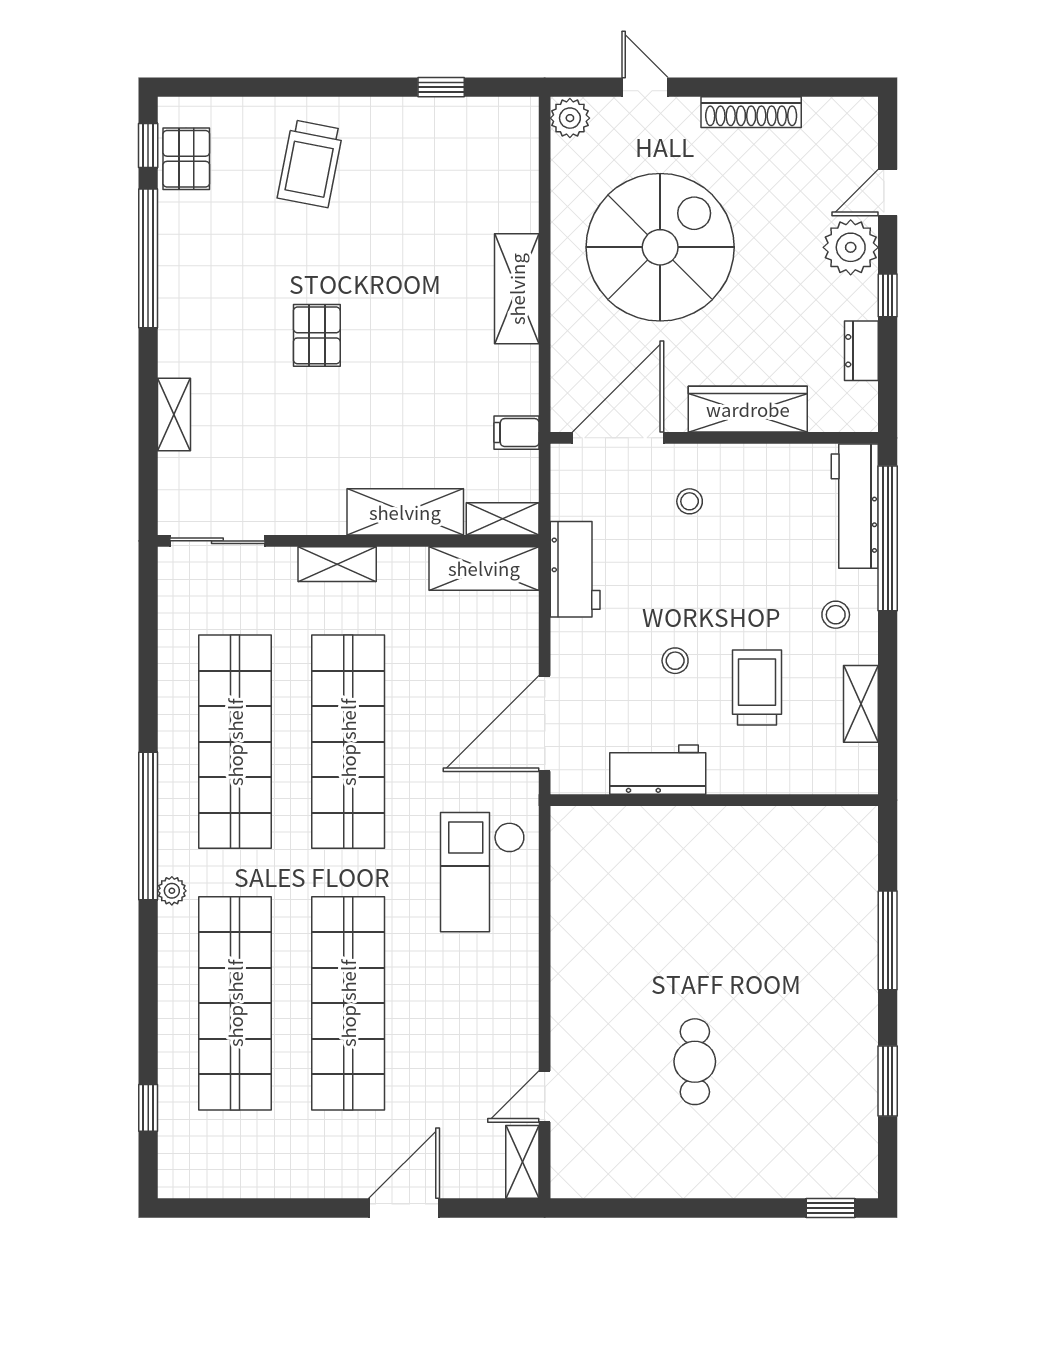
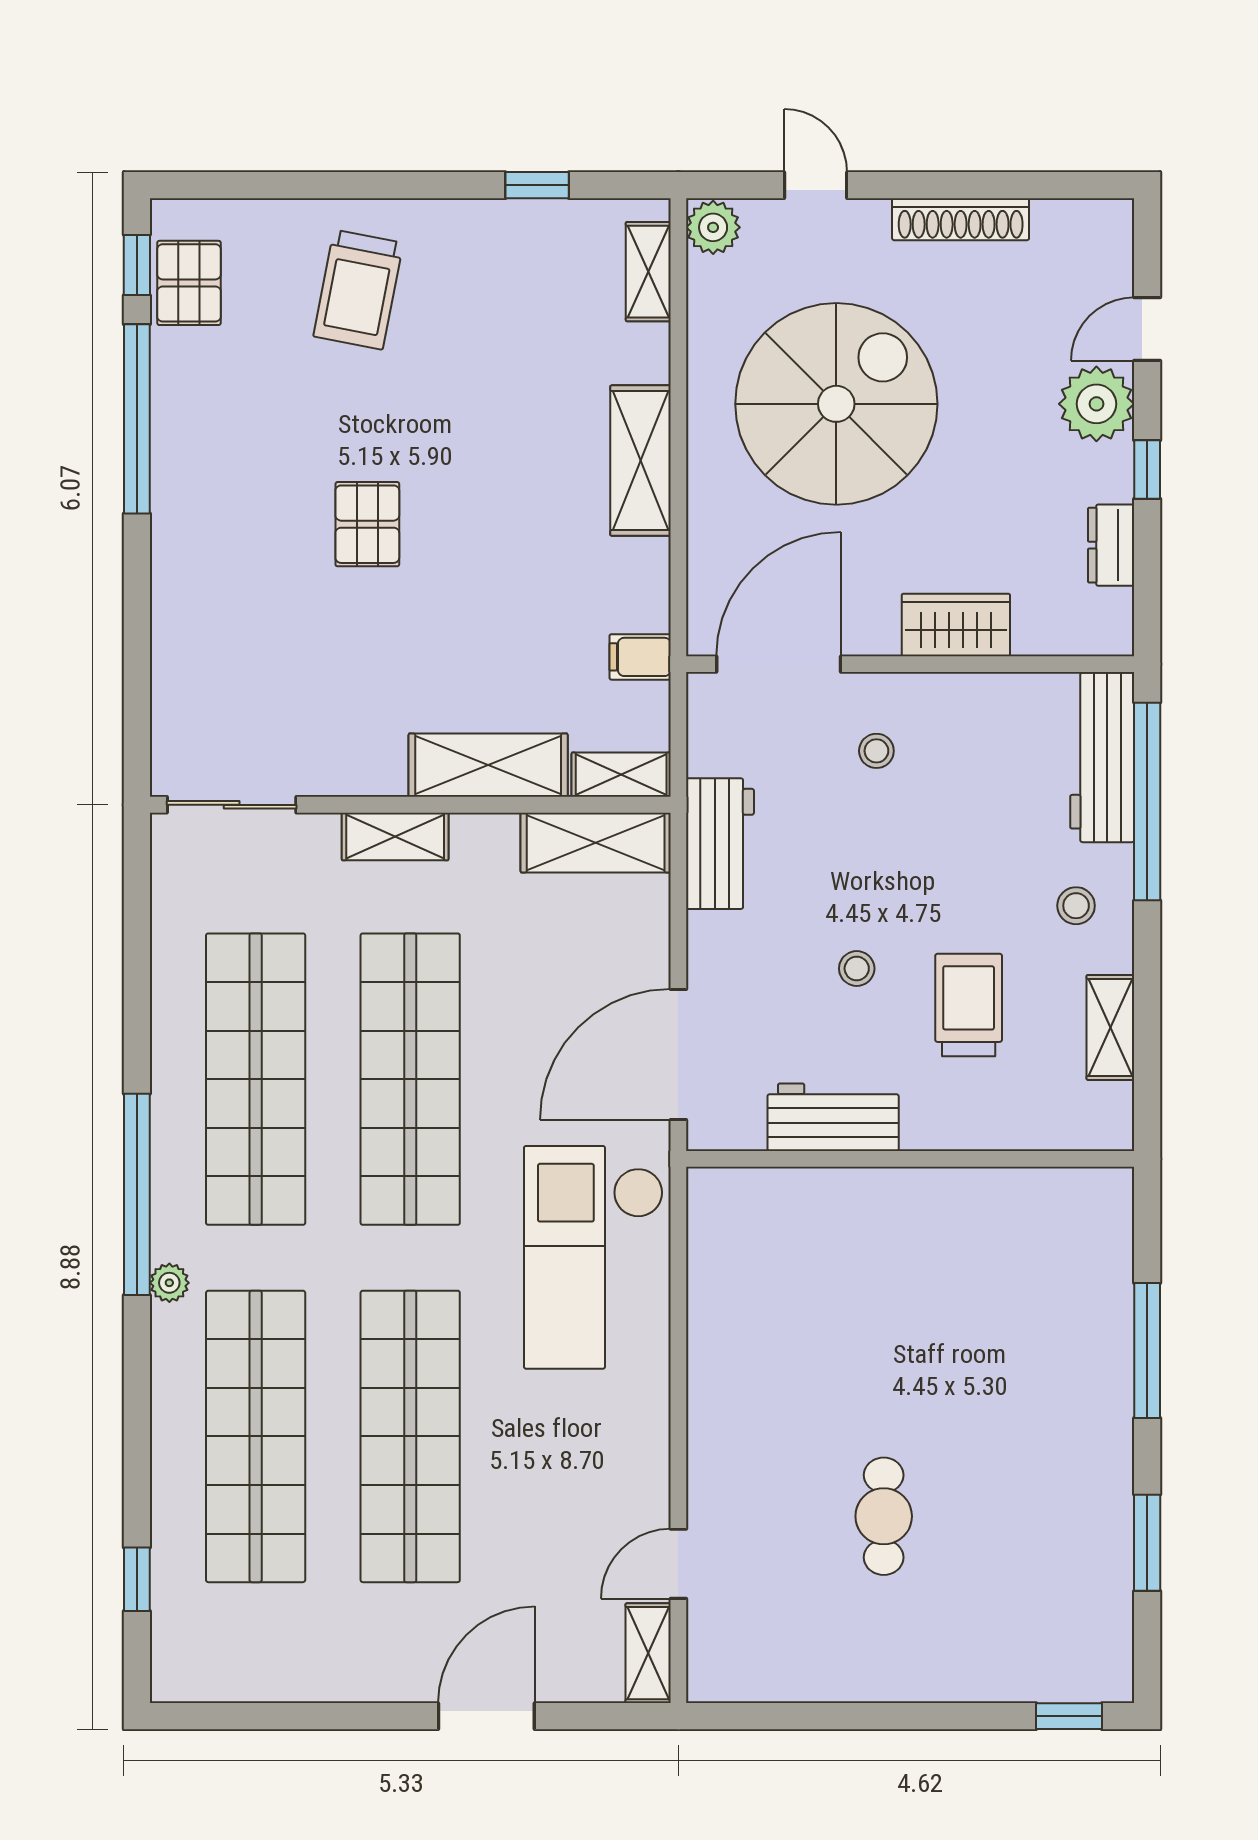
wardrobe: (748, 409) -> (956, 625), width x0.67
shelving: (174, 415) -> (648, 272), moved
checkout: (483, 872) -> (594, 1257), width x1.36, depth x1.21

